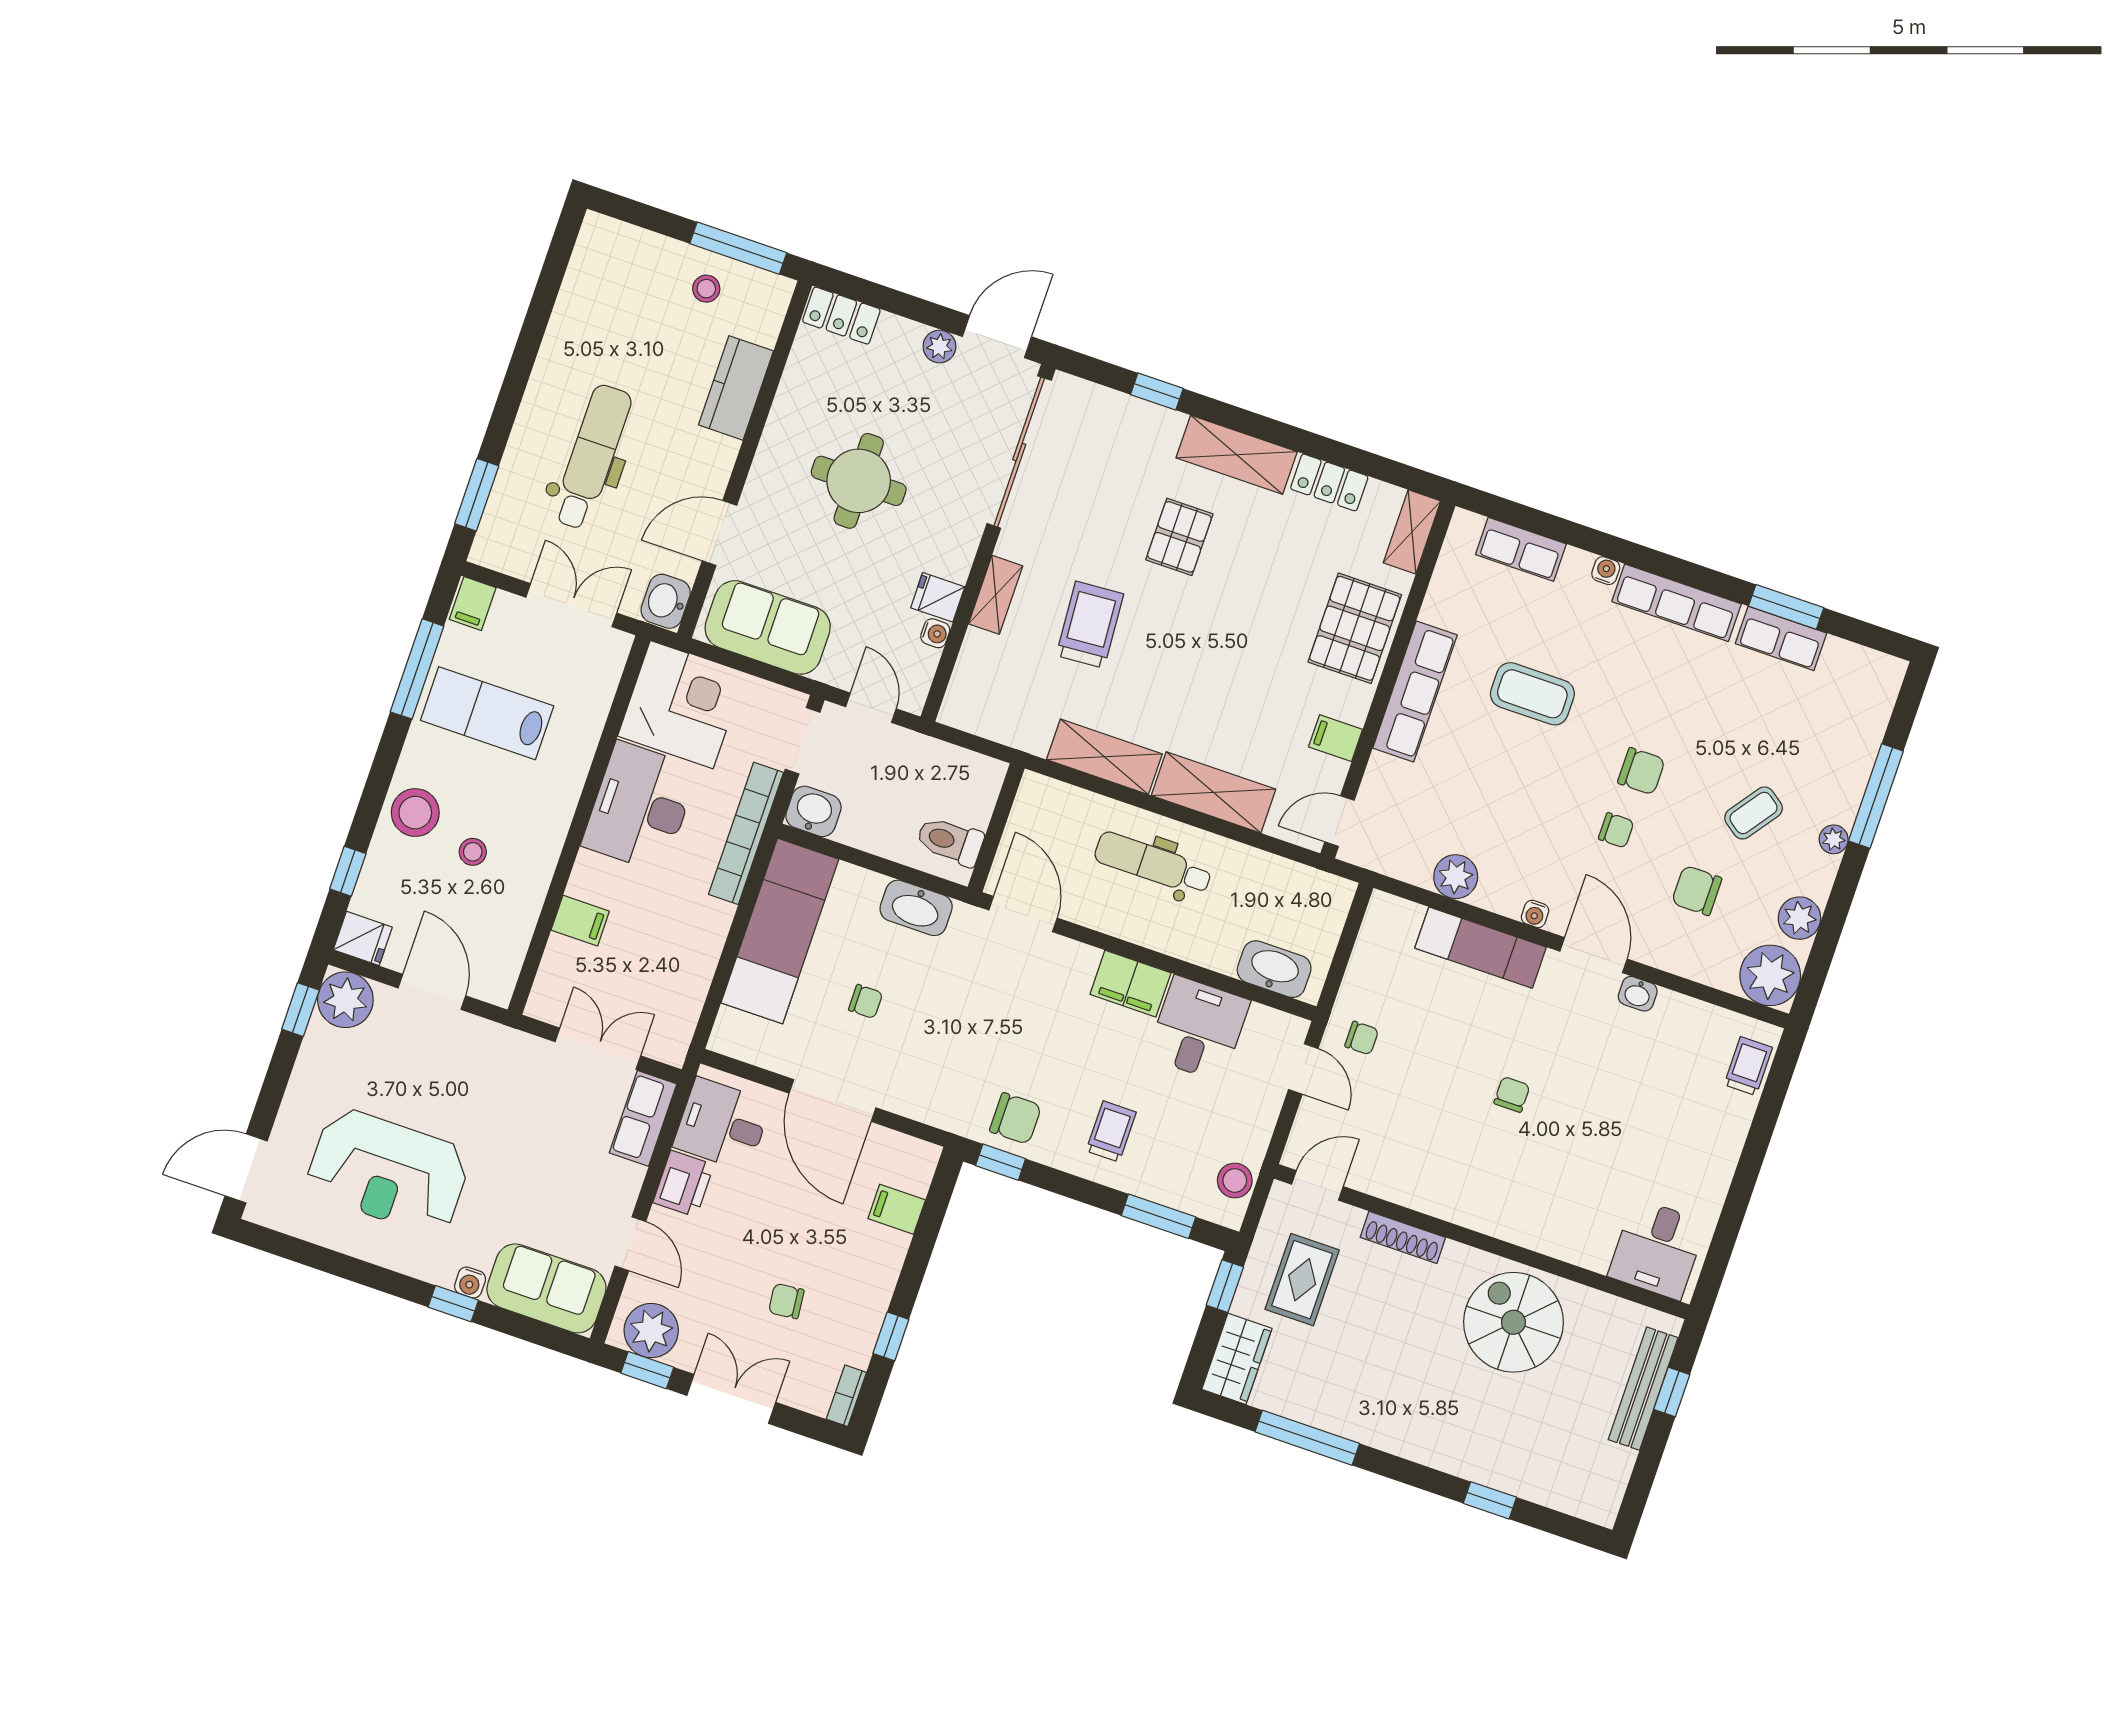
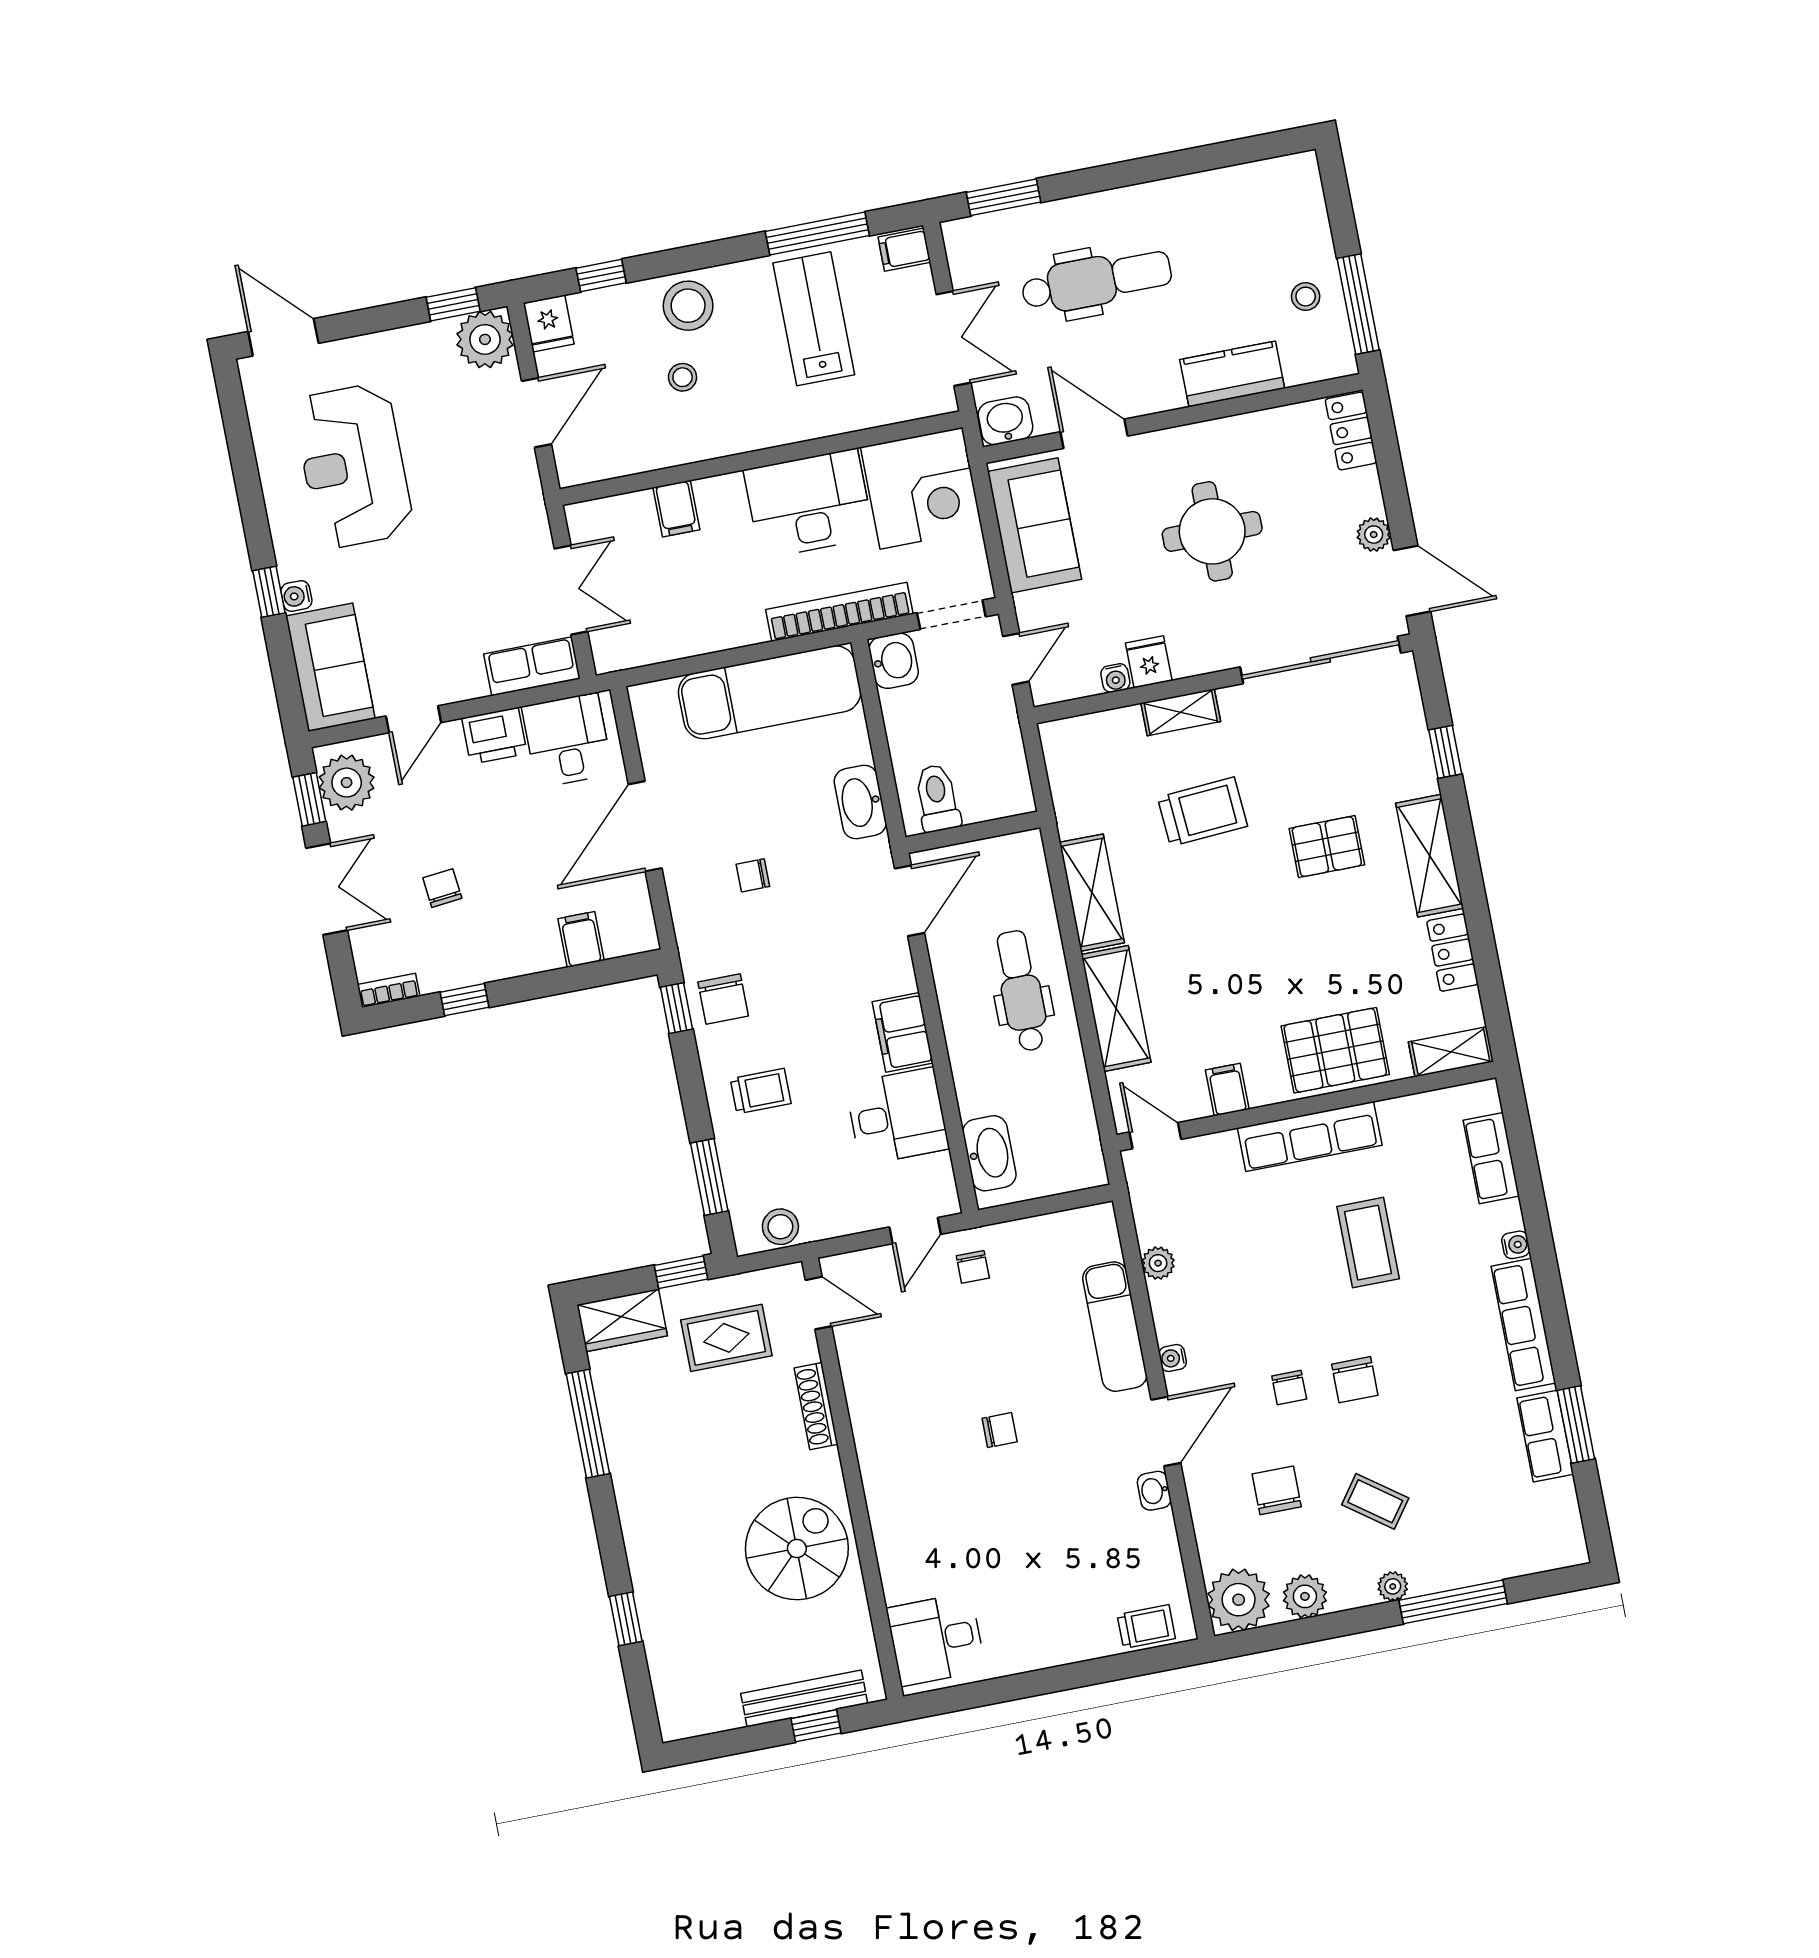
plant: (1456, 877) -> (1158, 1263), width x0.73, depth x0.73
chair: (866, 1002) -> (753, 875), moved, turned 90

